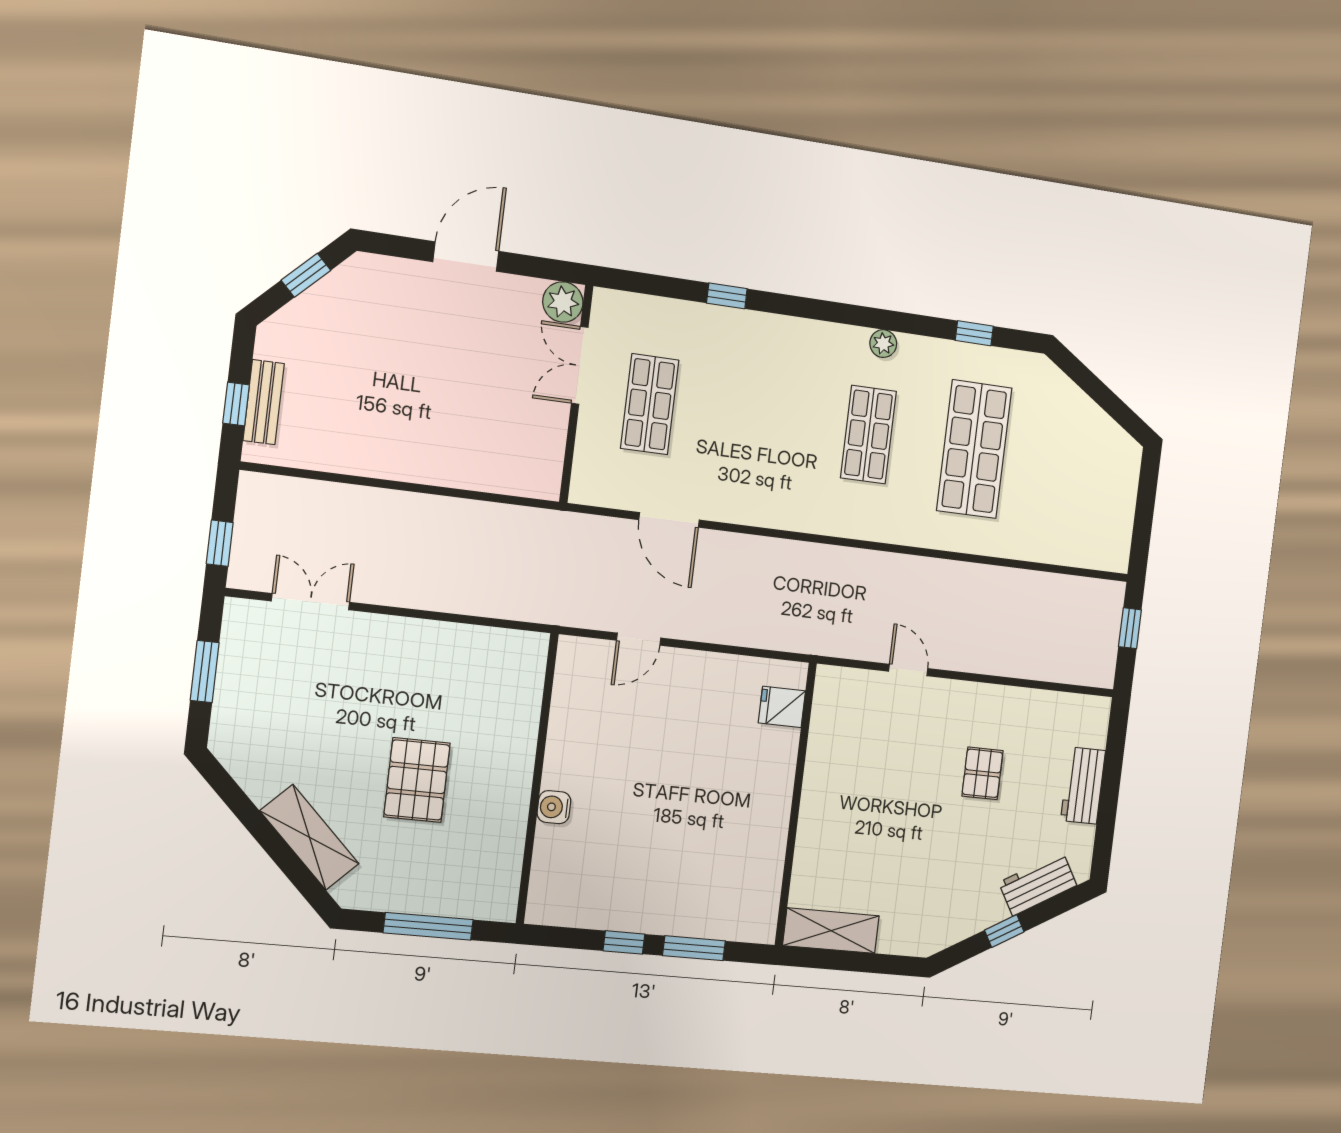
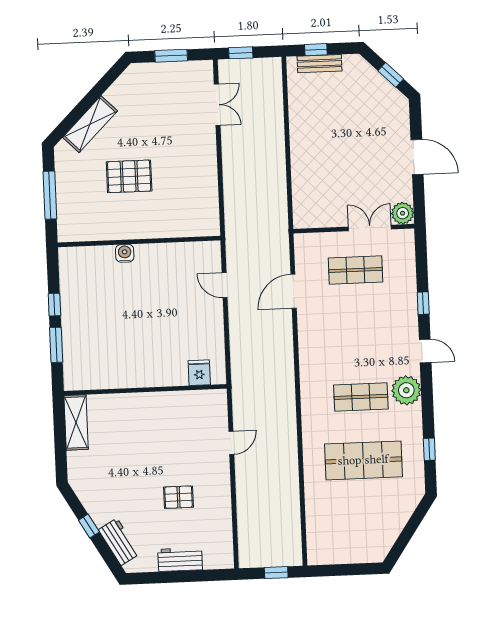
door: (809, 308) -> (425, 351), added
plant: (883, 344) -> (406, 390), width x1.88, depth x1.88

